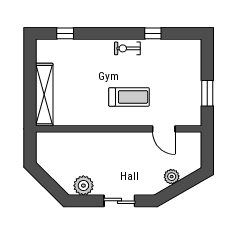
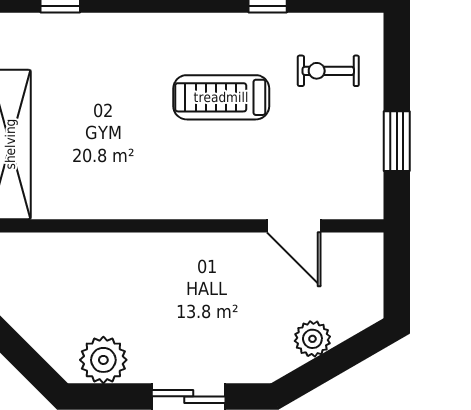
exercise bike: (127, 48) -> (328, 71), moved
treadmill: (129, 97) -> (221, 97), moved, turned 180

